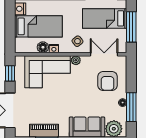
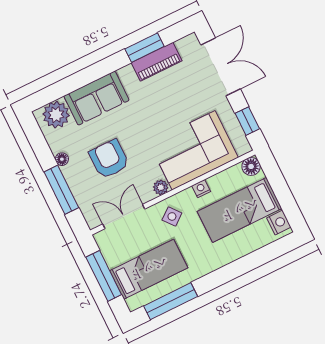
floor lamp: (43, 47) -> (251, 166), moved
double door: (104, 54) -> (124, 216), swing flipped
armchair: (108, 81) -> (109, 159), moved
window: (131, 107) -> (61, 190), moved

